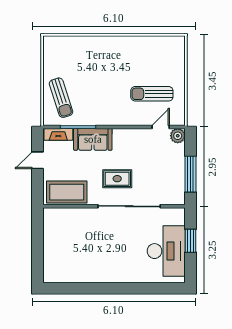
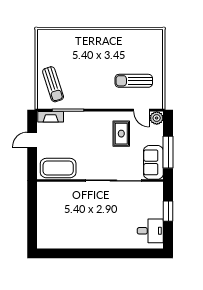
door: (161, 127) -> (141, 110), swing flipped
sofa: (93, 139) -> (153, 162), moved, turned 90
rug: (117, 179) -> (121, 134), moved, turned 90
desk: (166, 251) -> (150, 231), width x0.53, depth x0.77

